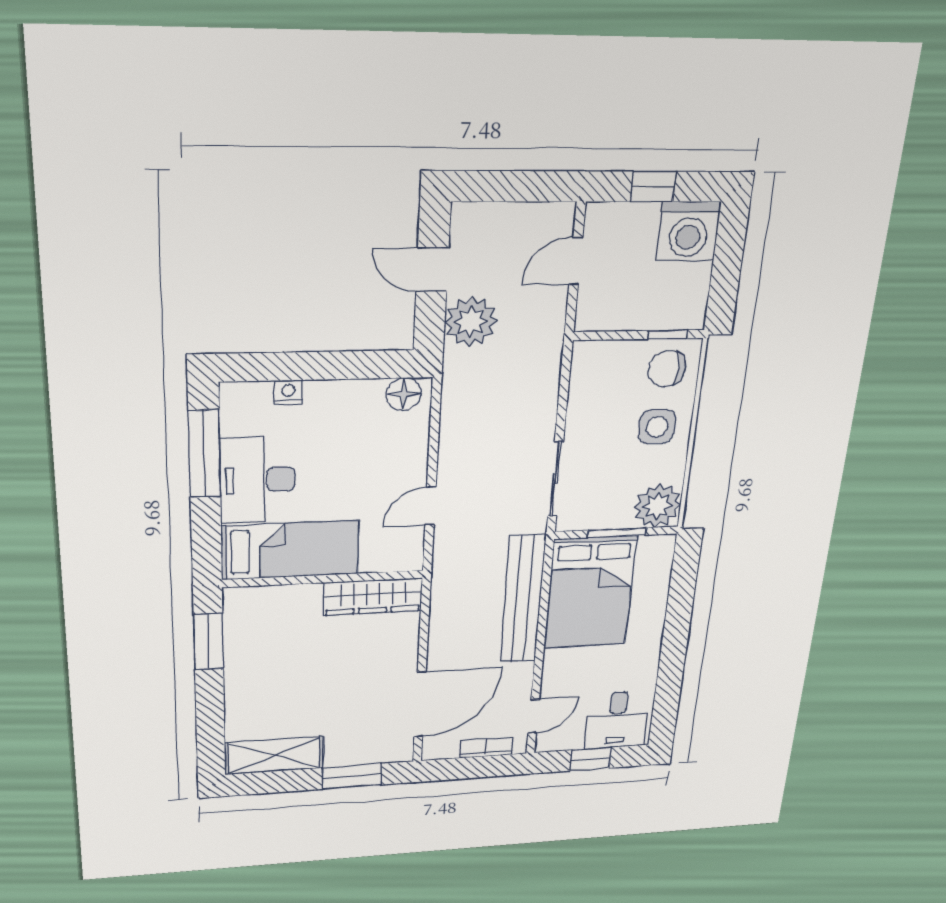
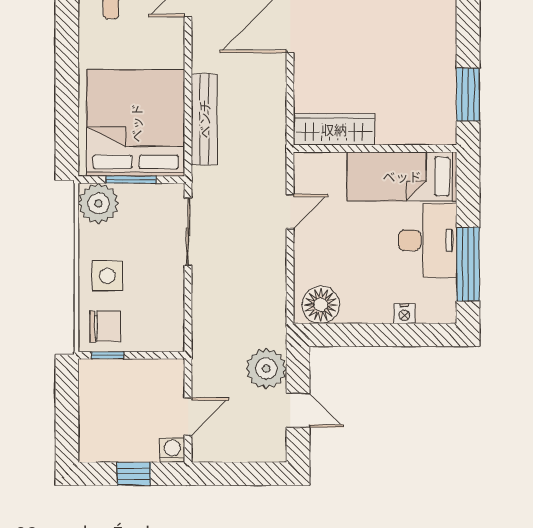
washing machine: (688, 231) -> (172, 450), moved, width x0.53, depth x0.53
floor lamp: (404, 394) -> (321, 305), width x1.38, depth x1.38
bed: (590, 592) -> (136, 123), width x1.36
bench: (523, 599) -> (204, 119), width x0.73, depth x0.82

